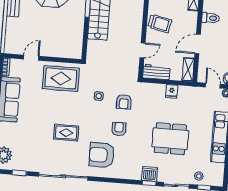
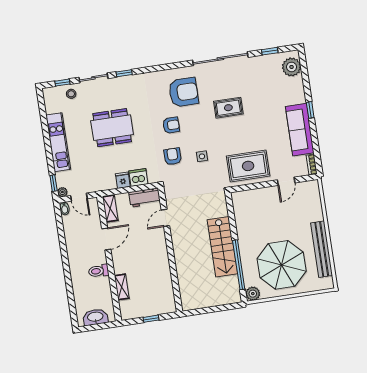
trolley: (160, 24) -> (153, 252), removed
armchair: (119, 129) -> (171, 125), turned -90
dishwasher: (150, 174) -> (138, 177), moved, turned 180

